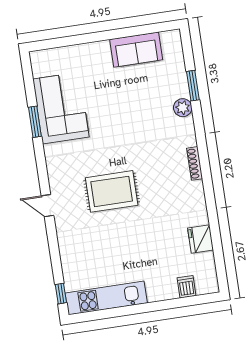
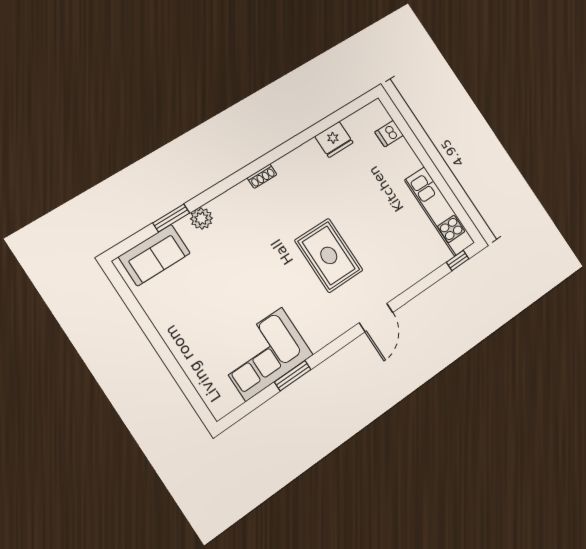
sofa: (136, 50) -> (154, 255), moved, turned 90
shoe rack: (195, 163) -> (262, 176), width x0.70
door: (48, 206) -> (376, 318), width x1.37

